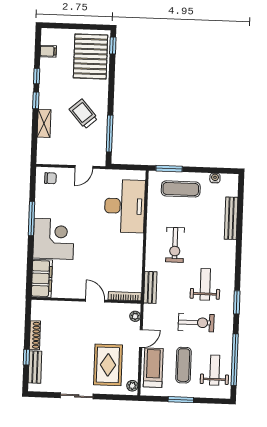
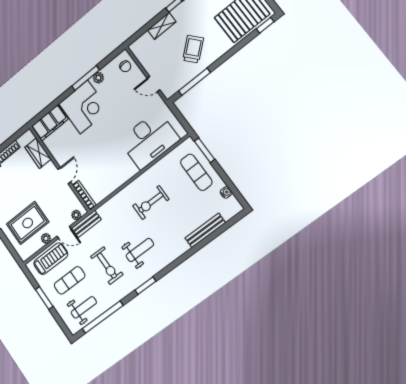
plant: (40, 208) -> (98, 78), added
bench: (150, 287) -> (86, 224), moved
wardrobe: (58, 309) -> (38, 153), added
plant: (132, 386) -> (46, 238), moved

